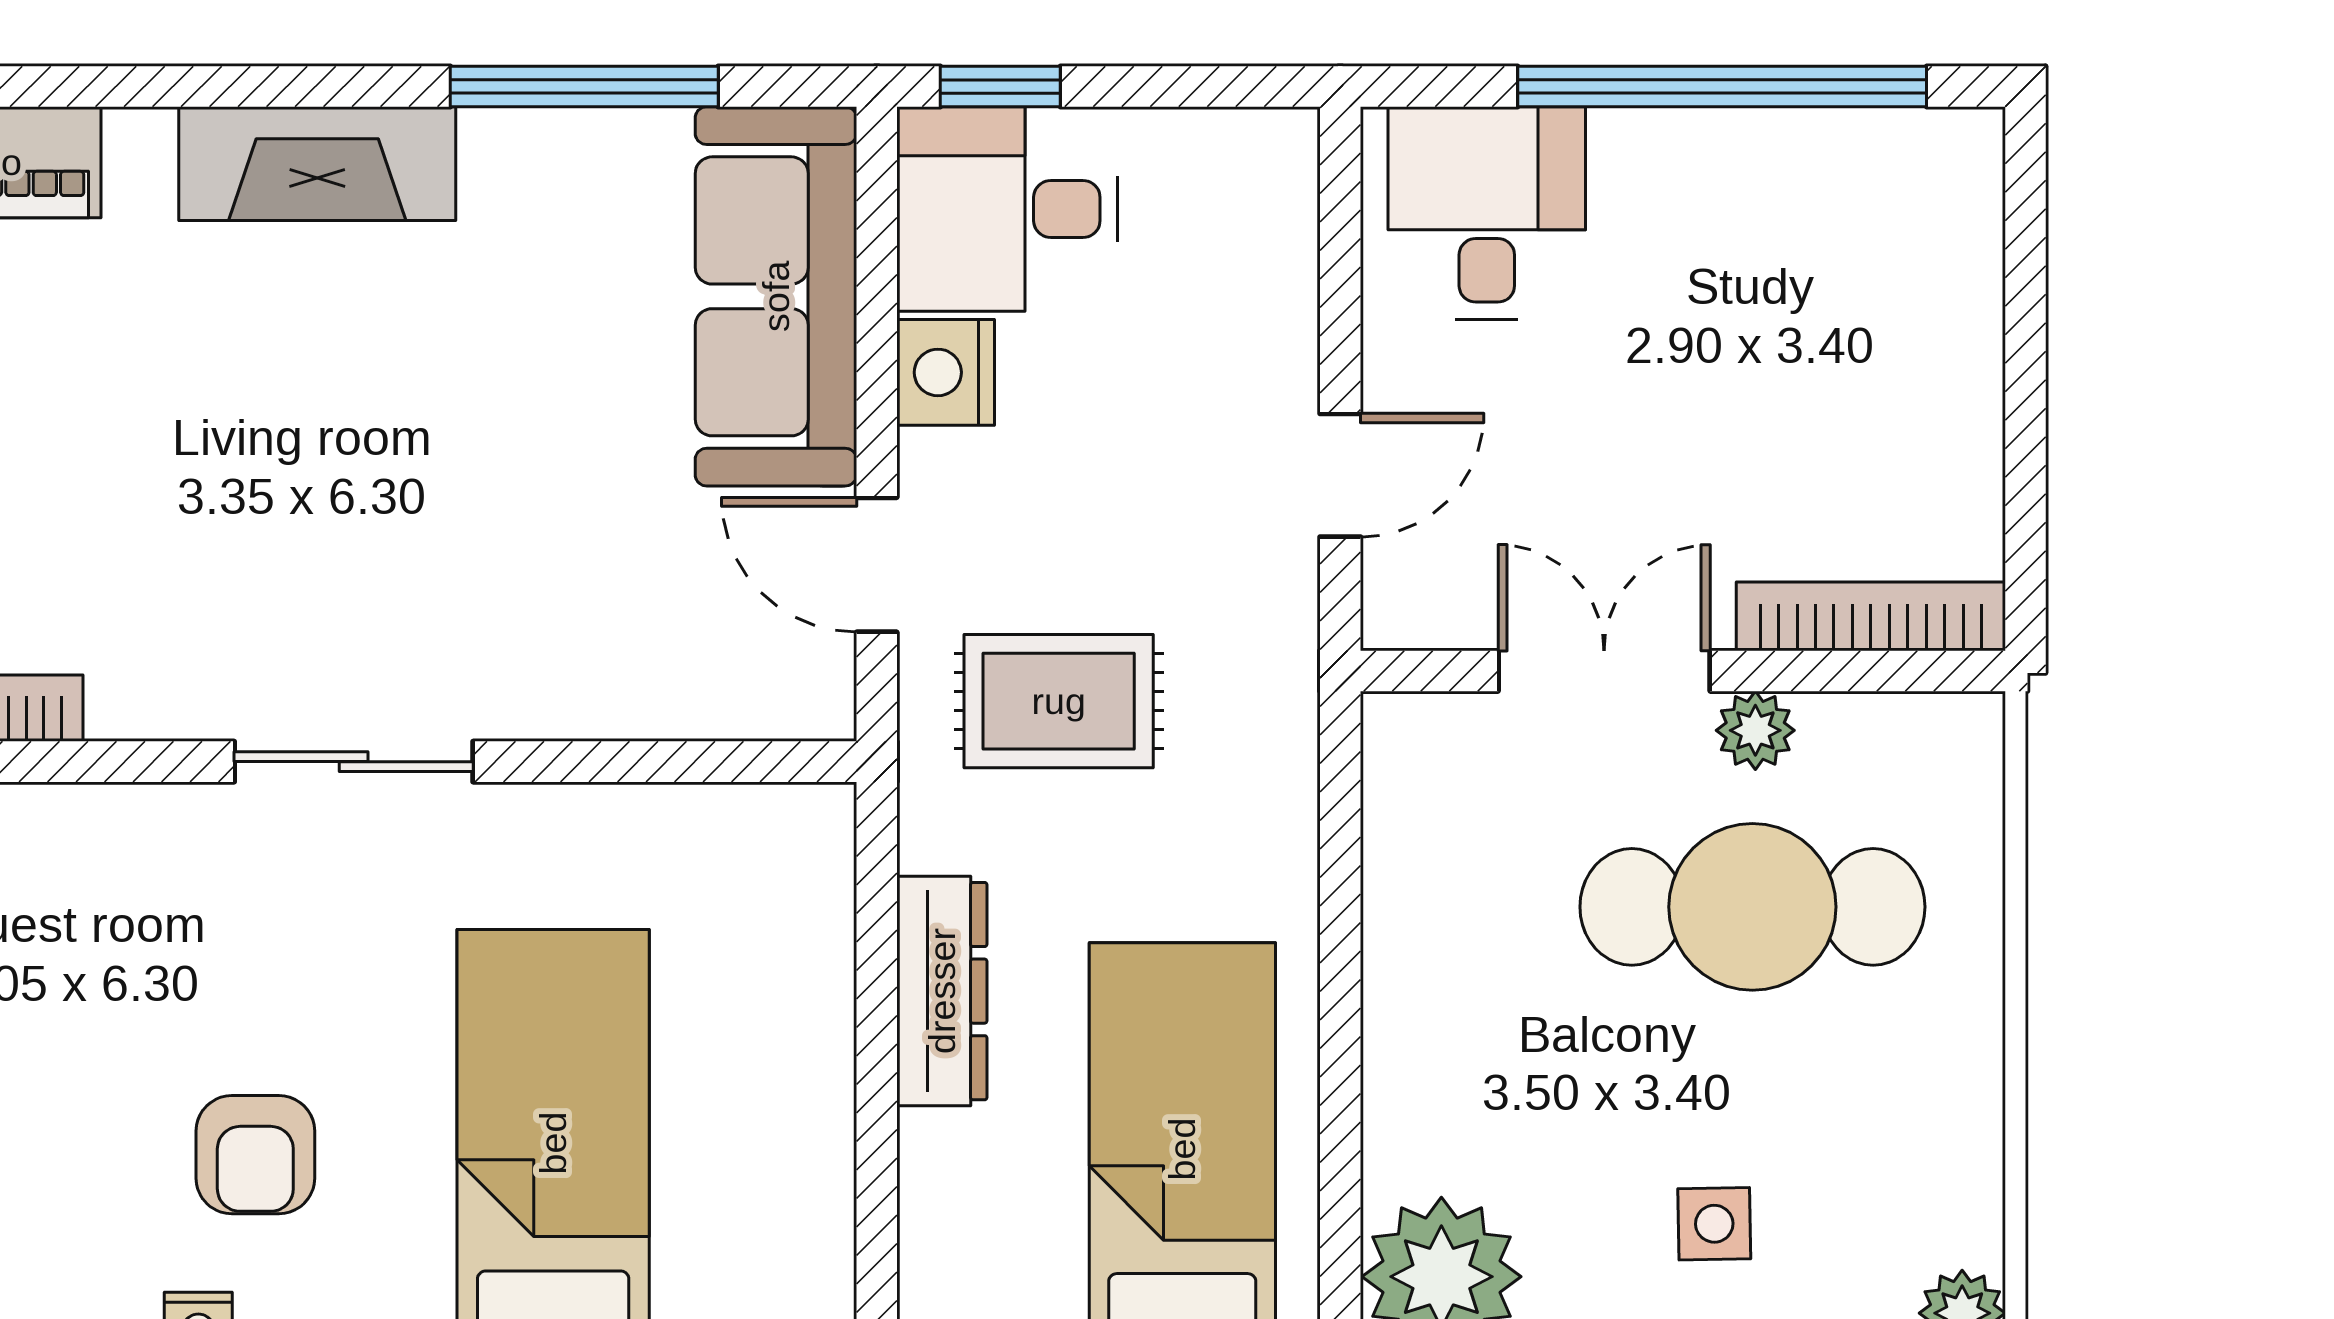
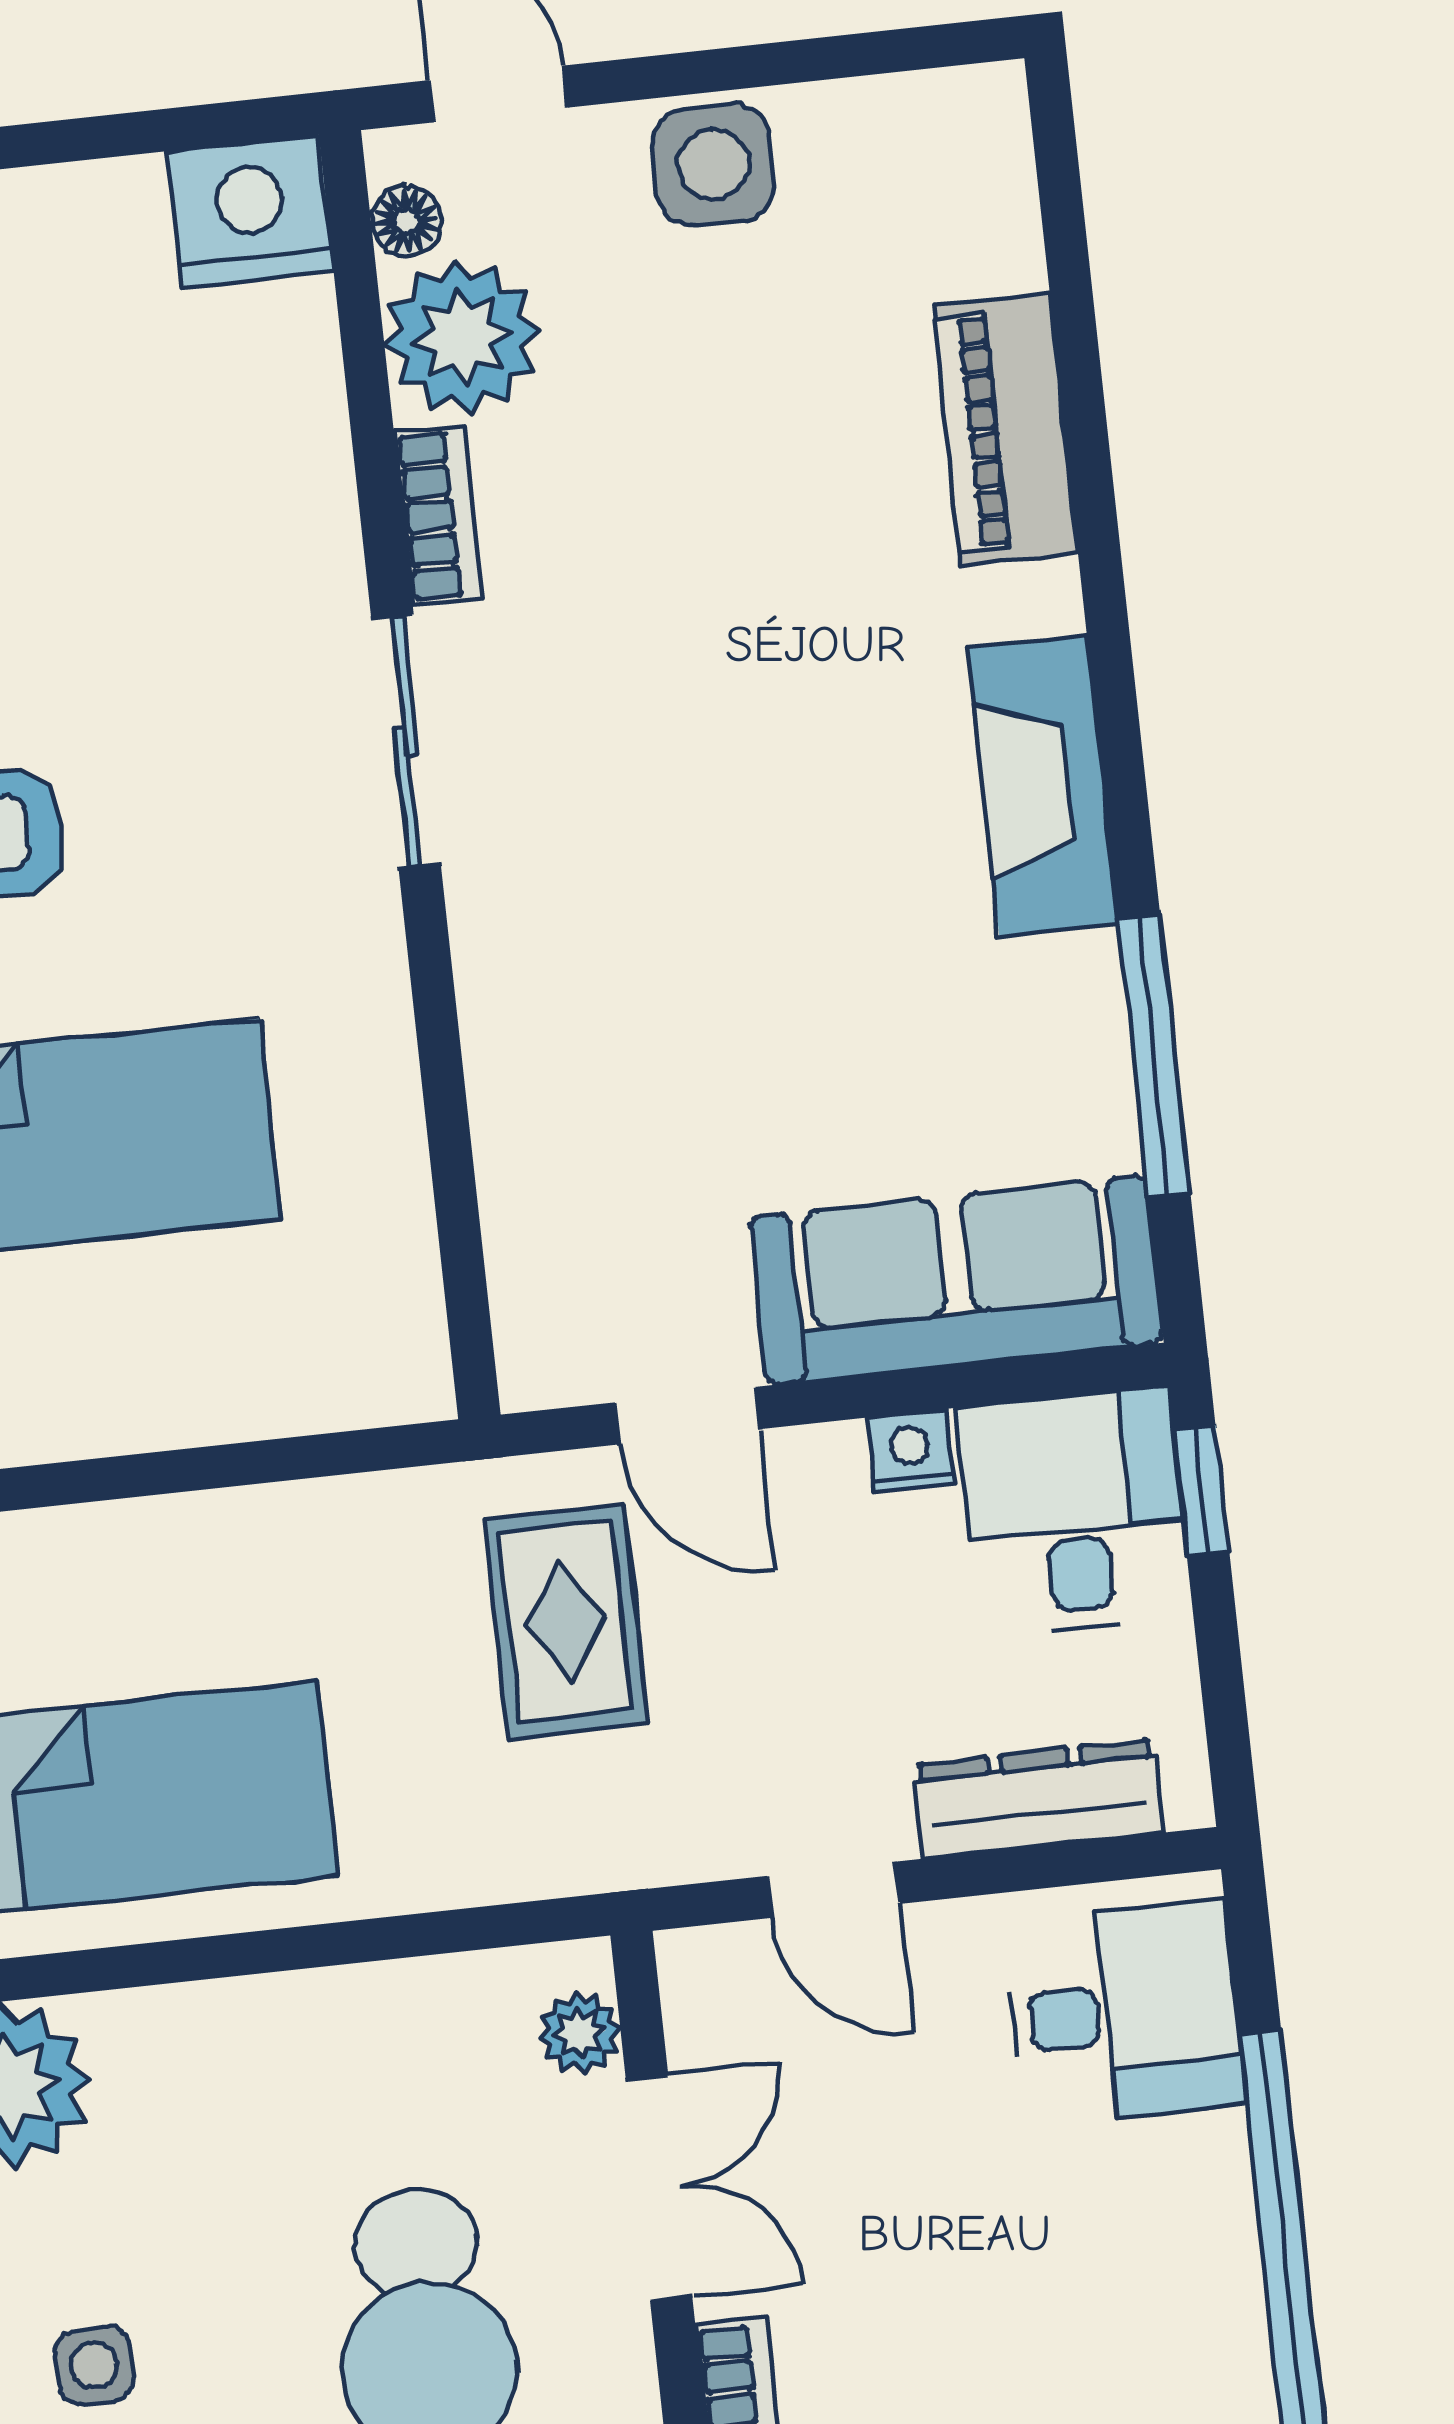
nightstand: (946, 372) -> (910, 1451), width x0.72, depth x0.74
door: (877, 565) -> (688, 1416), swing flipped
plant: (1755, 730) -> (579, 2033), moved
sliding door: (354, 762) -> (406, 741), moved
dresser: (942, 991) -> (1039, 1799), moved, turned 180

